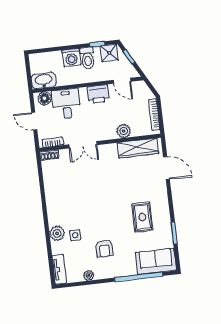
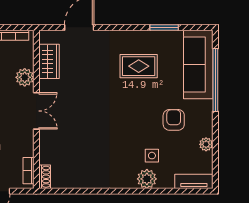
double door: (83, 145) -> (36, 111), moved
wardrobe: (138, 148) -> (49, 61), width x0.67
armchair: (104, 249) -> (174, 120), turned -90
sofa: (156, 261) -> (198, 64), width x1.36

